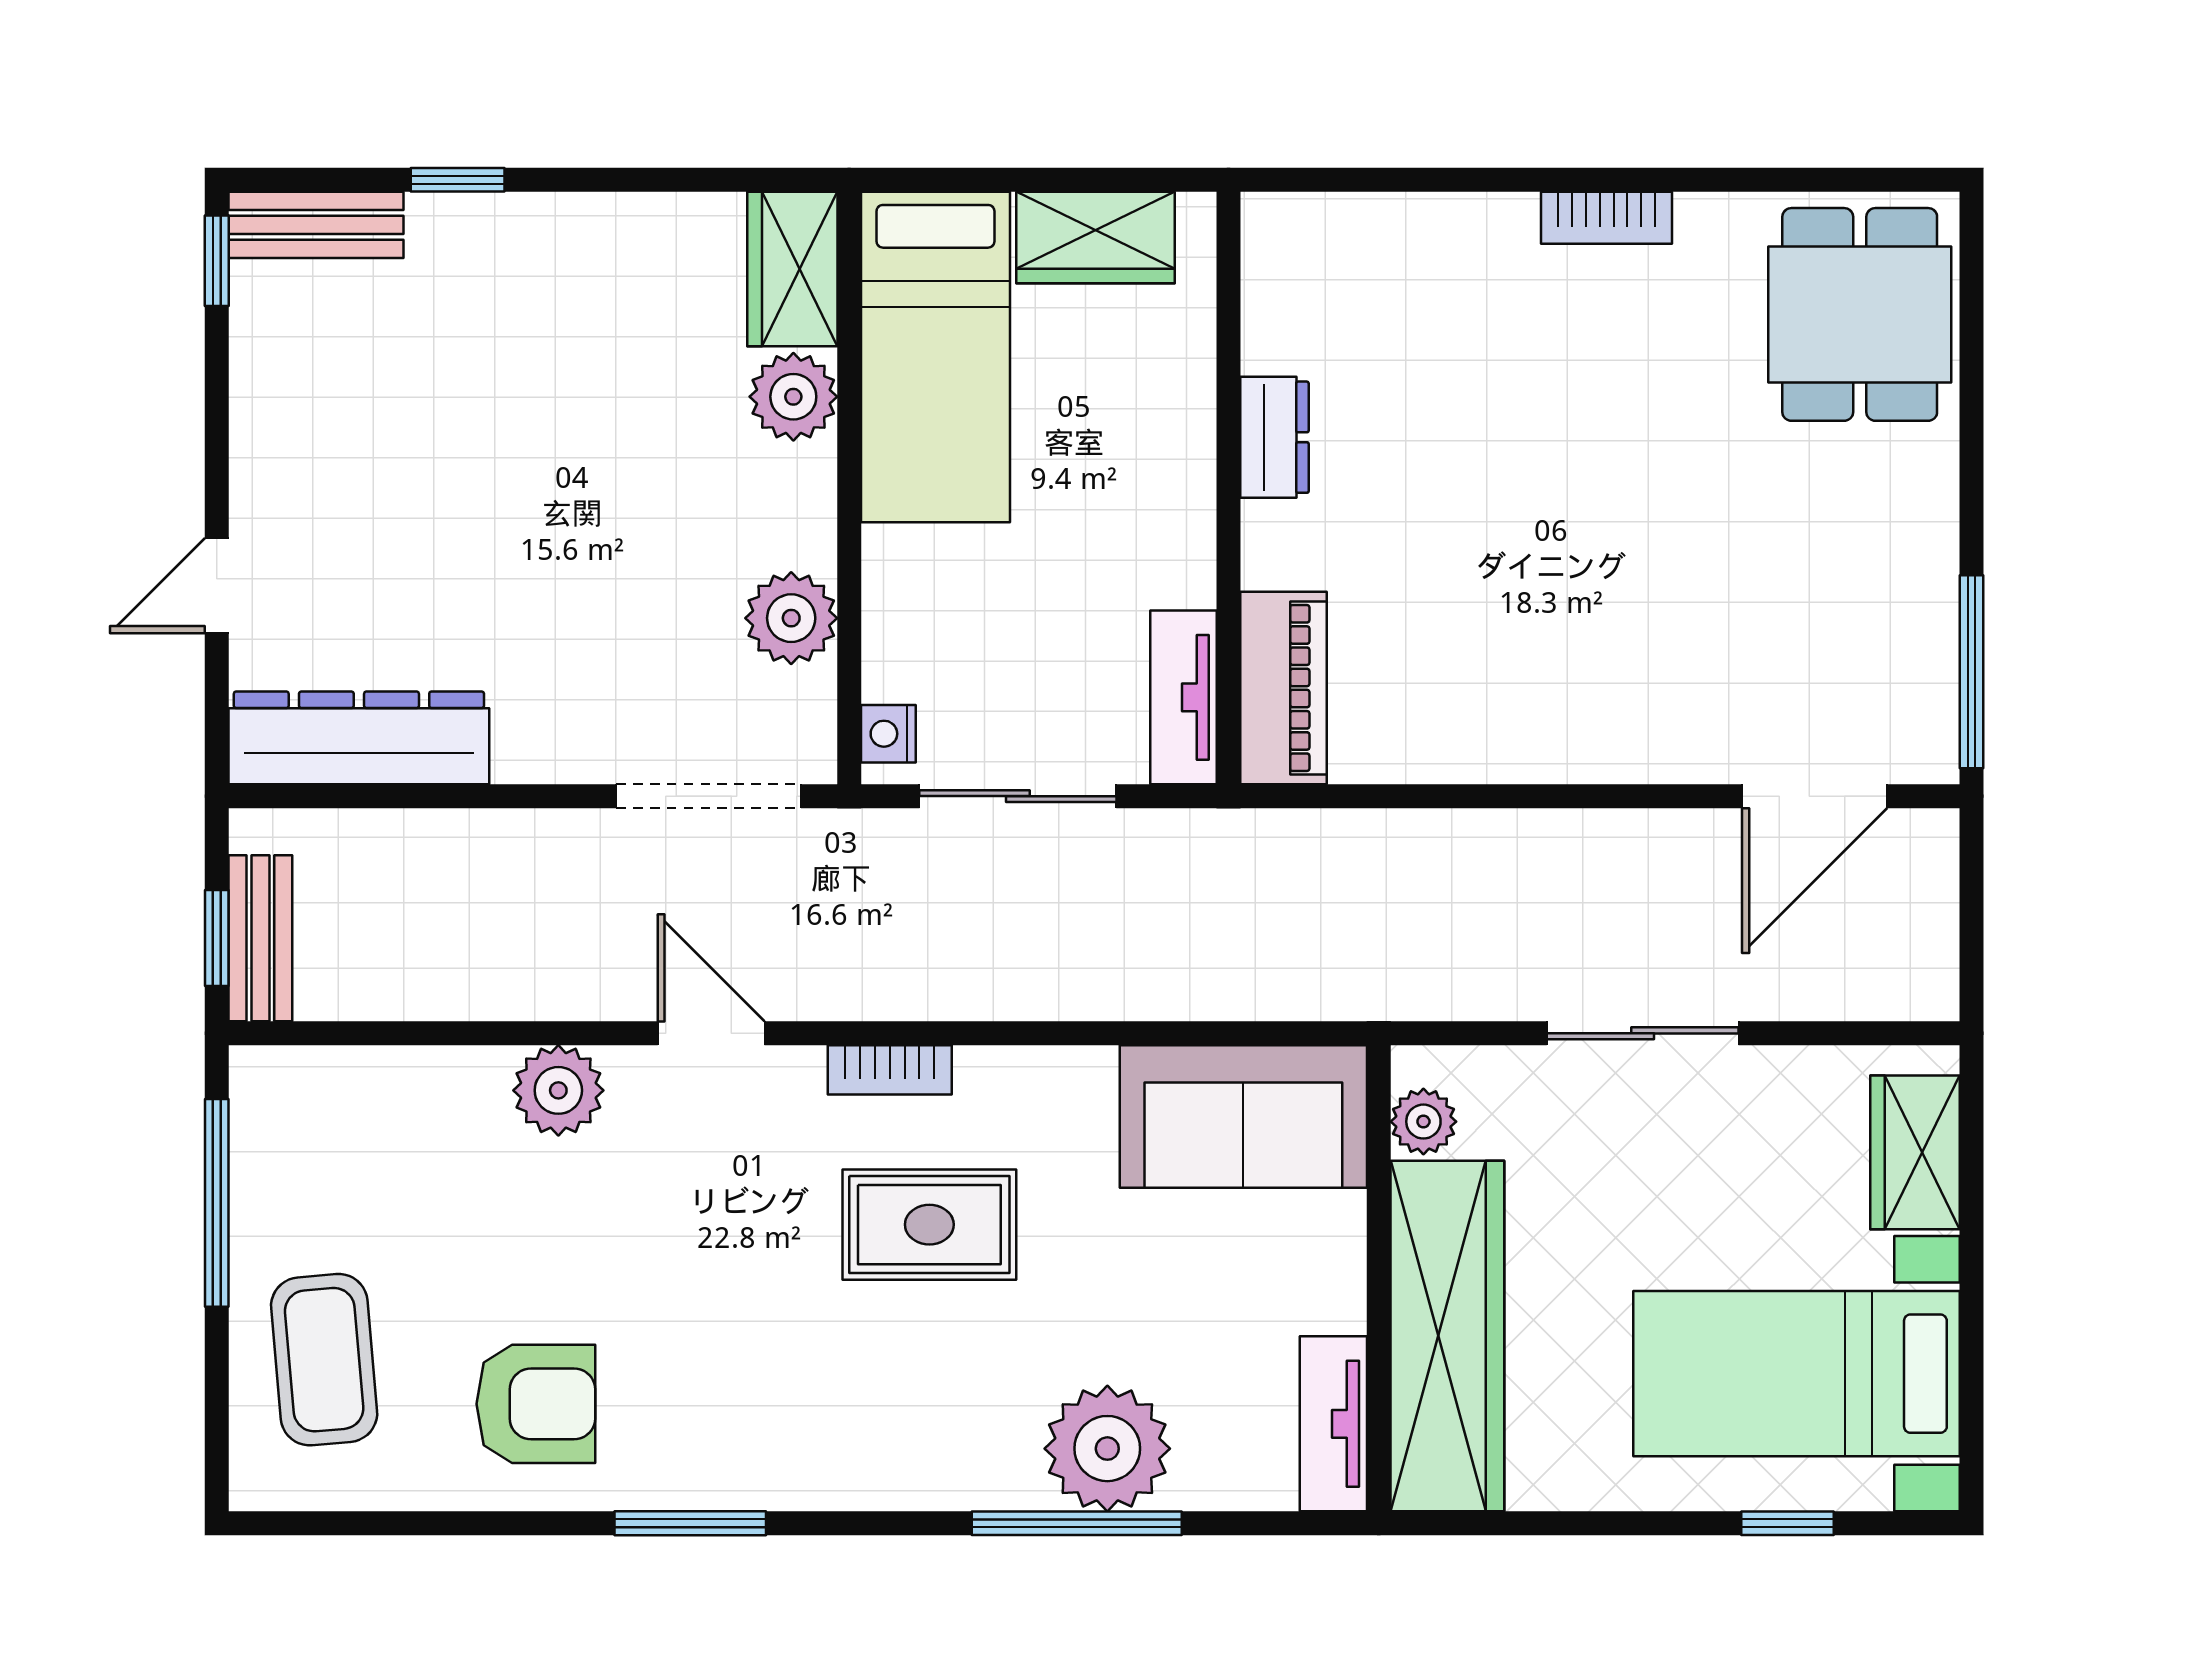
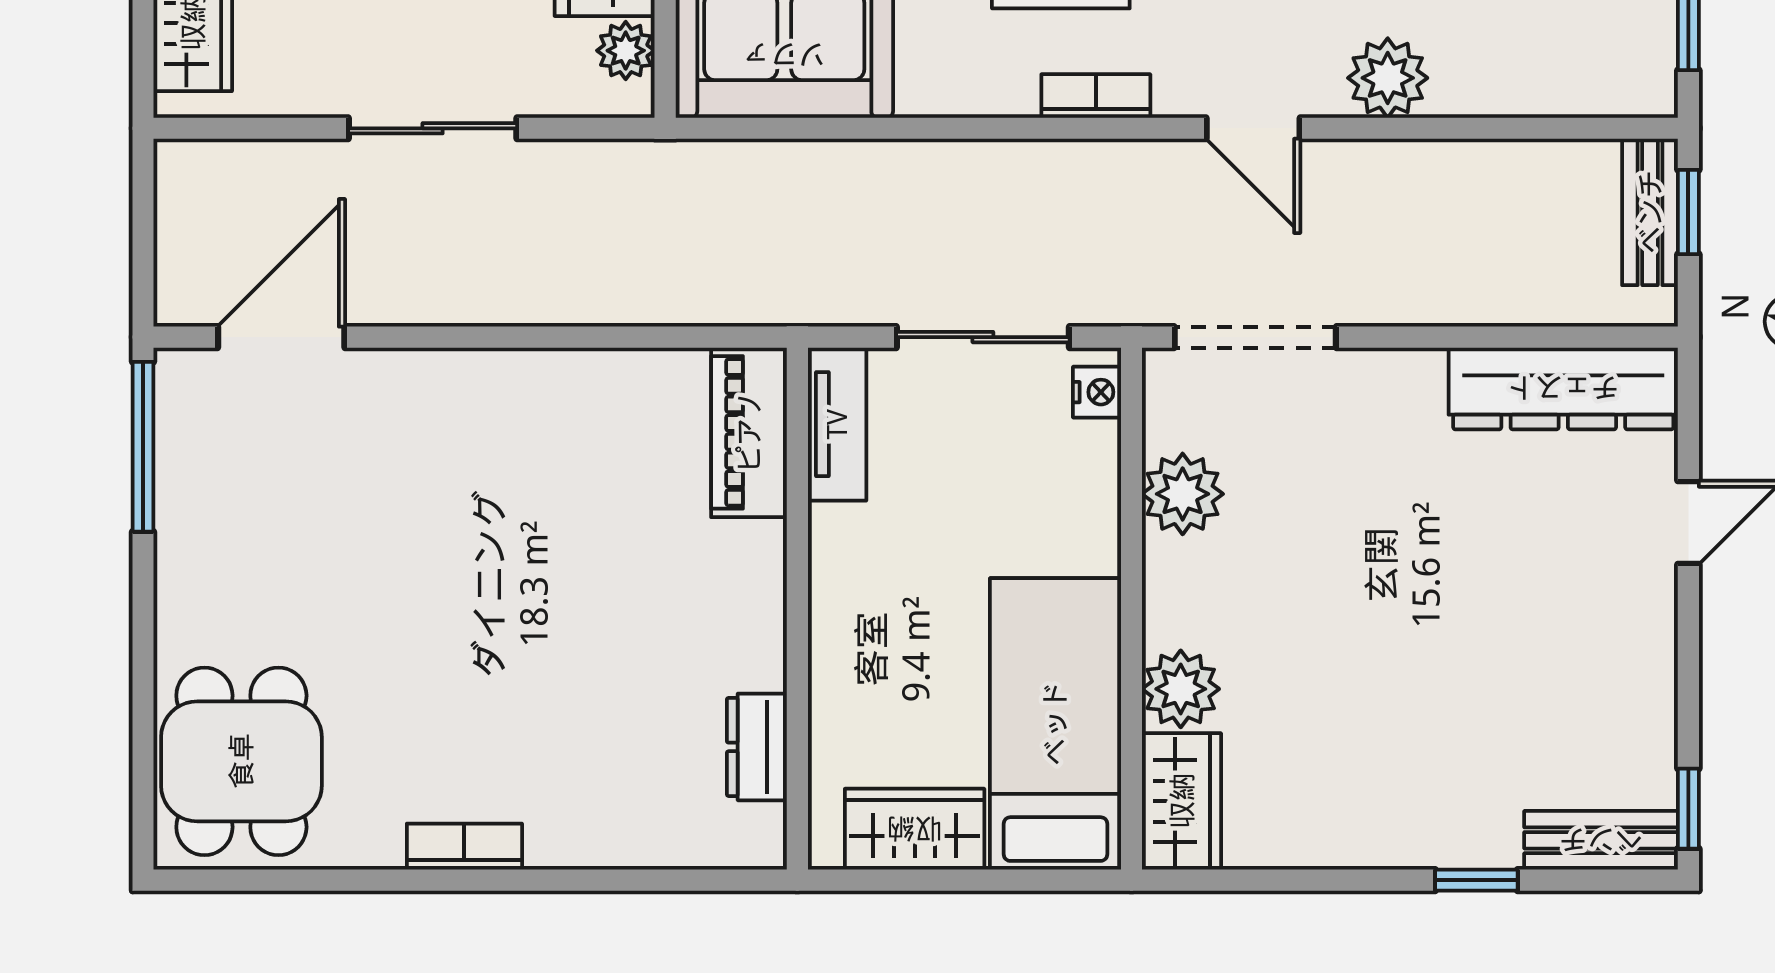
dresser: (1274, 437) -> (757, 747), moved

